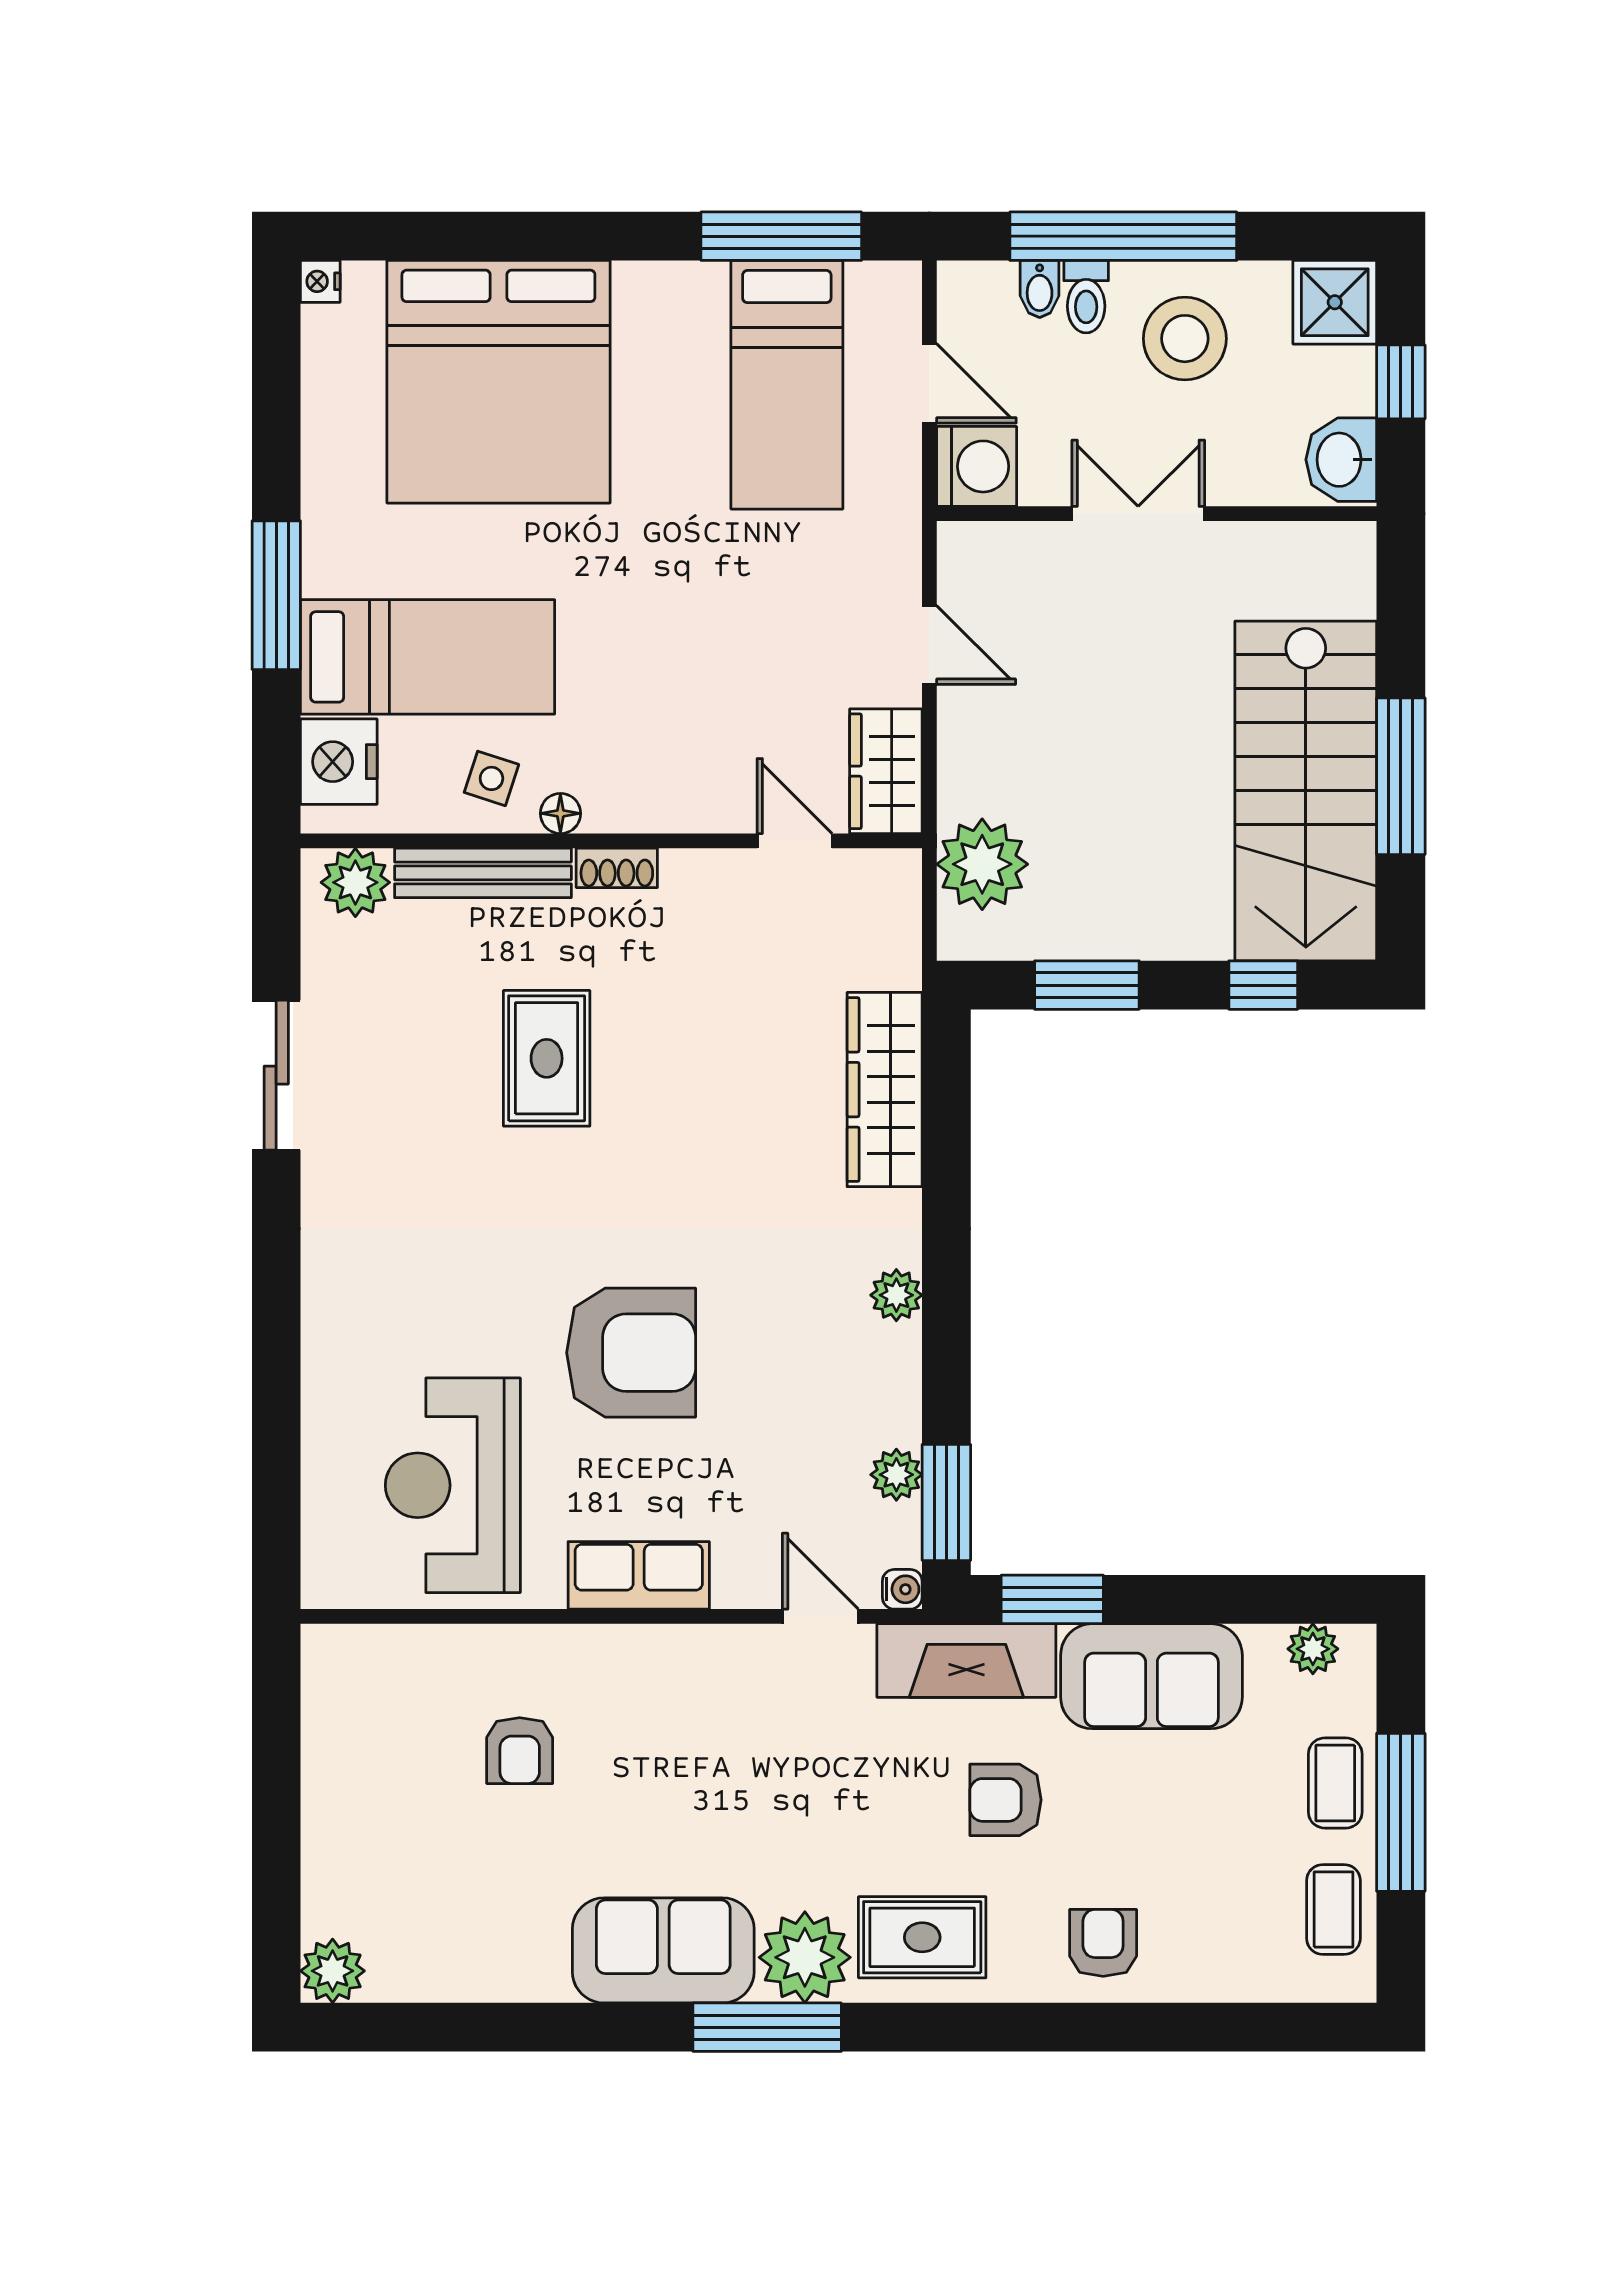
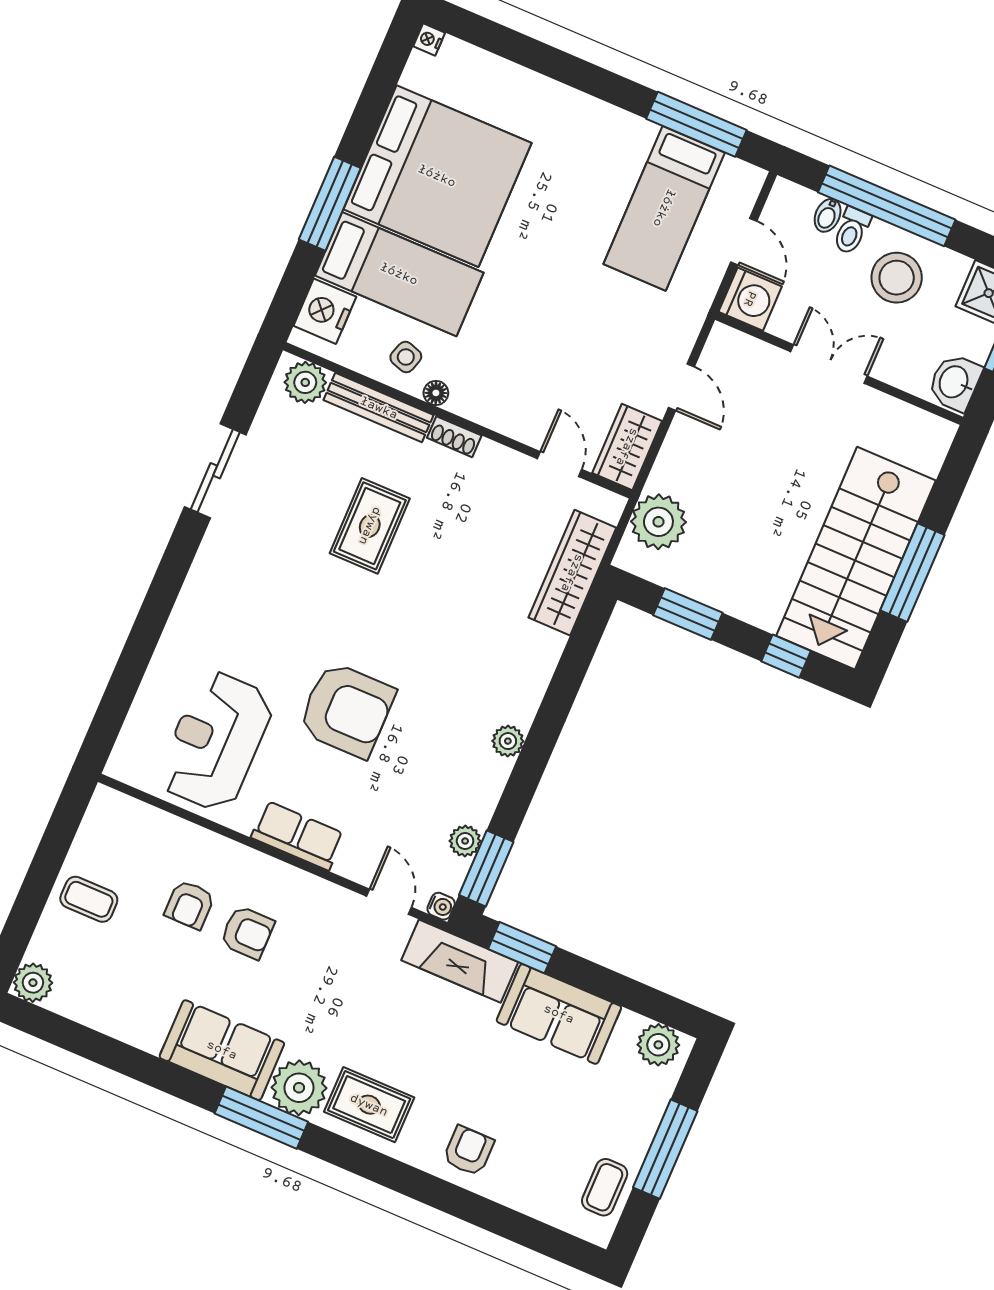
bed: (498, 382) -> (437, 176), moved, turned -90
wardrobe: (885, 1090) -> (572, 573), moved
plant: (1313, 1649) -> (658, 1045), width x1.38, depth x1.38
coffee table: (1335, 1783) -> (89, 899), moved, turned 90
armchair: (1005, 1800) -> (247, 932), moved, turned 180

